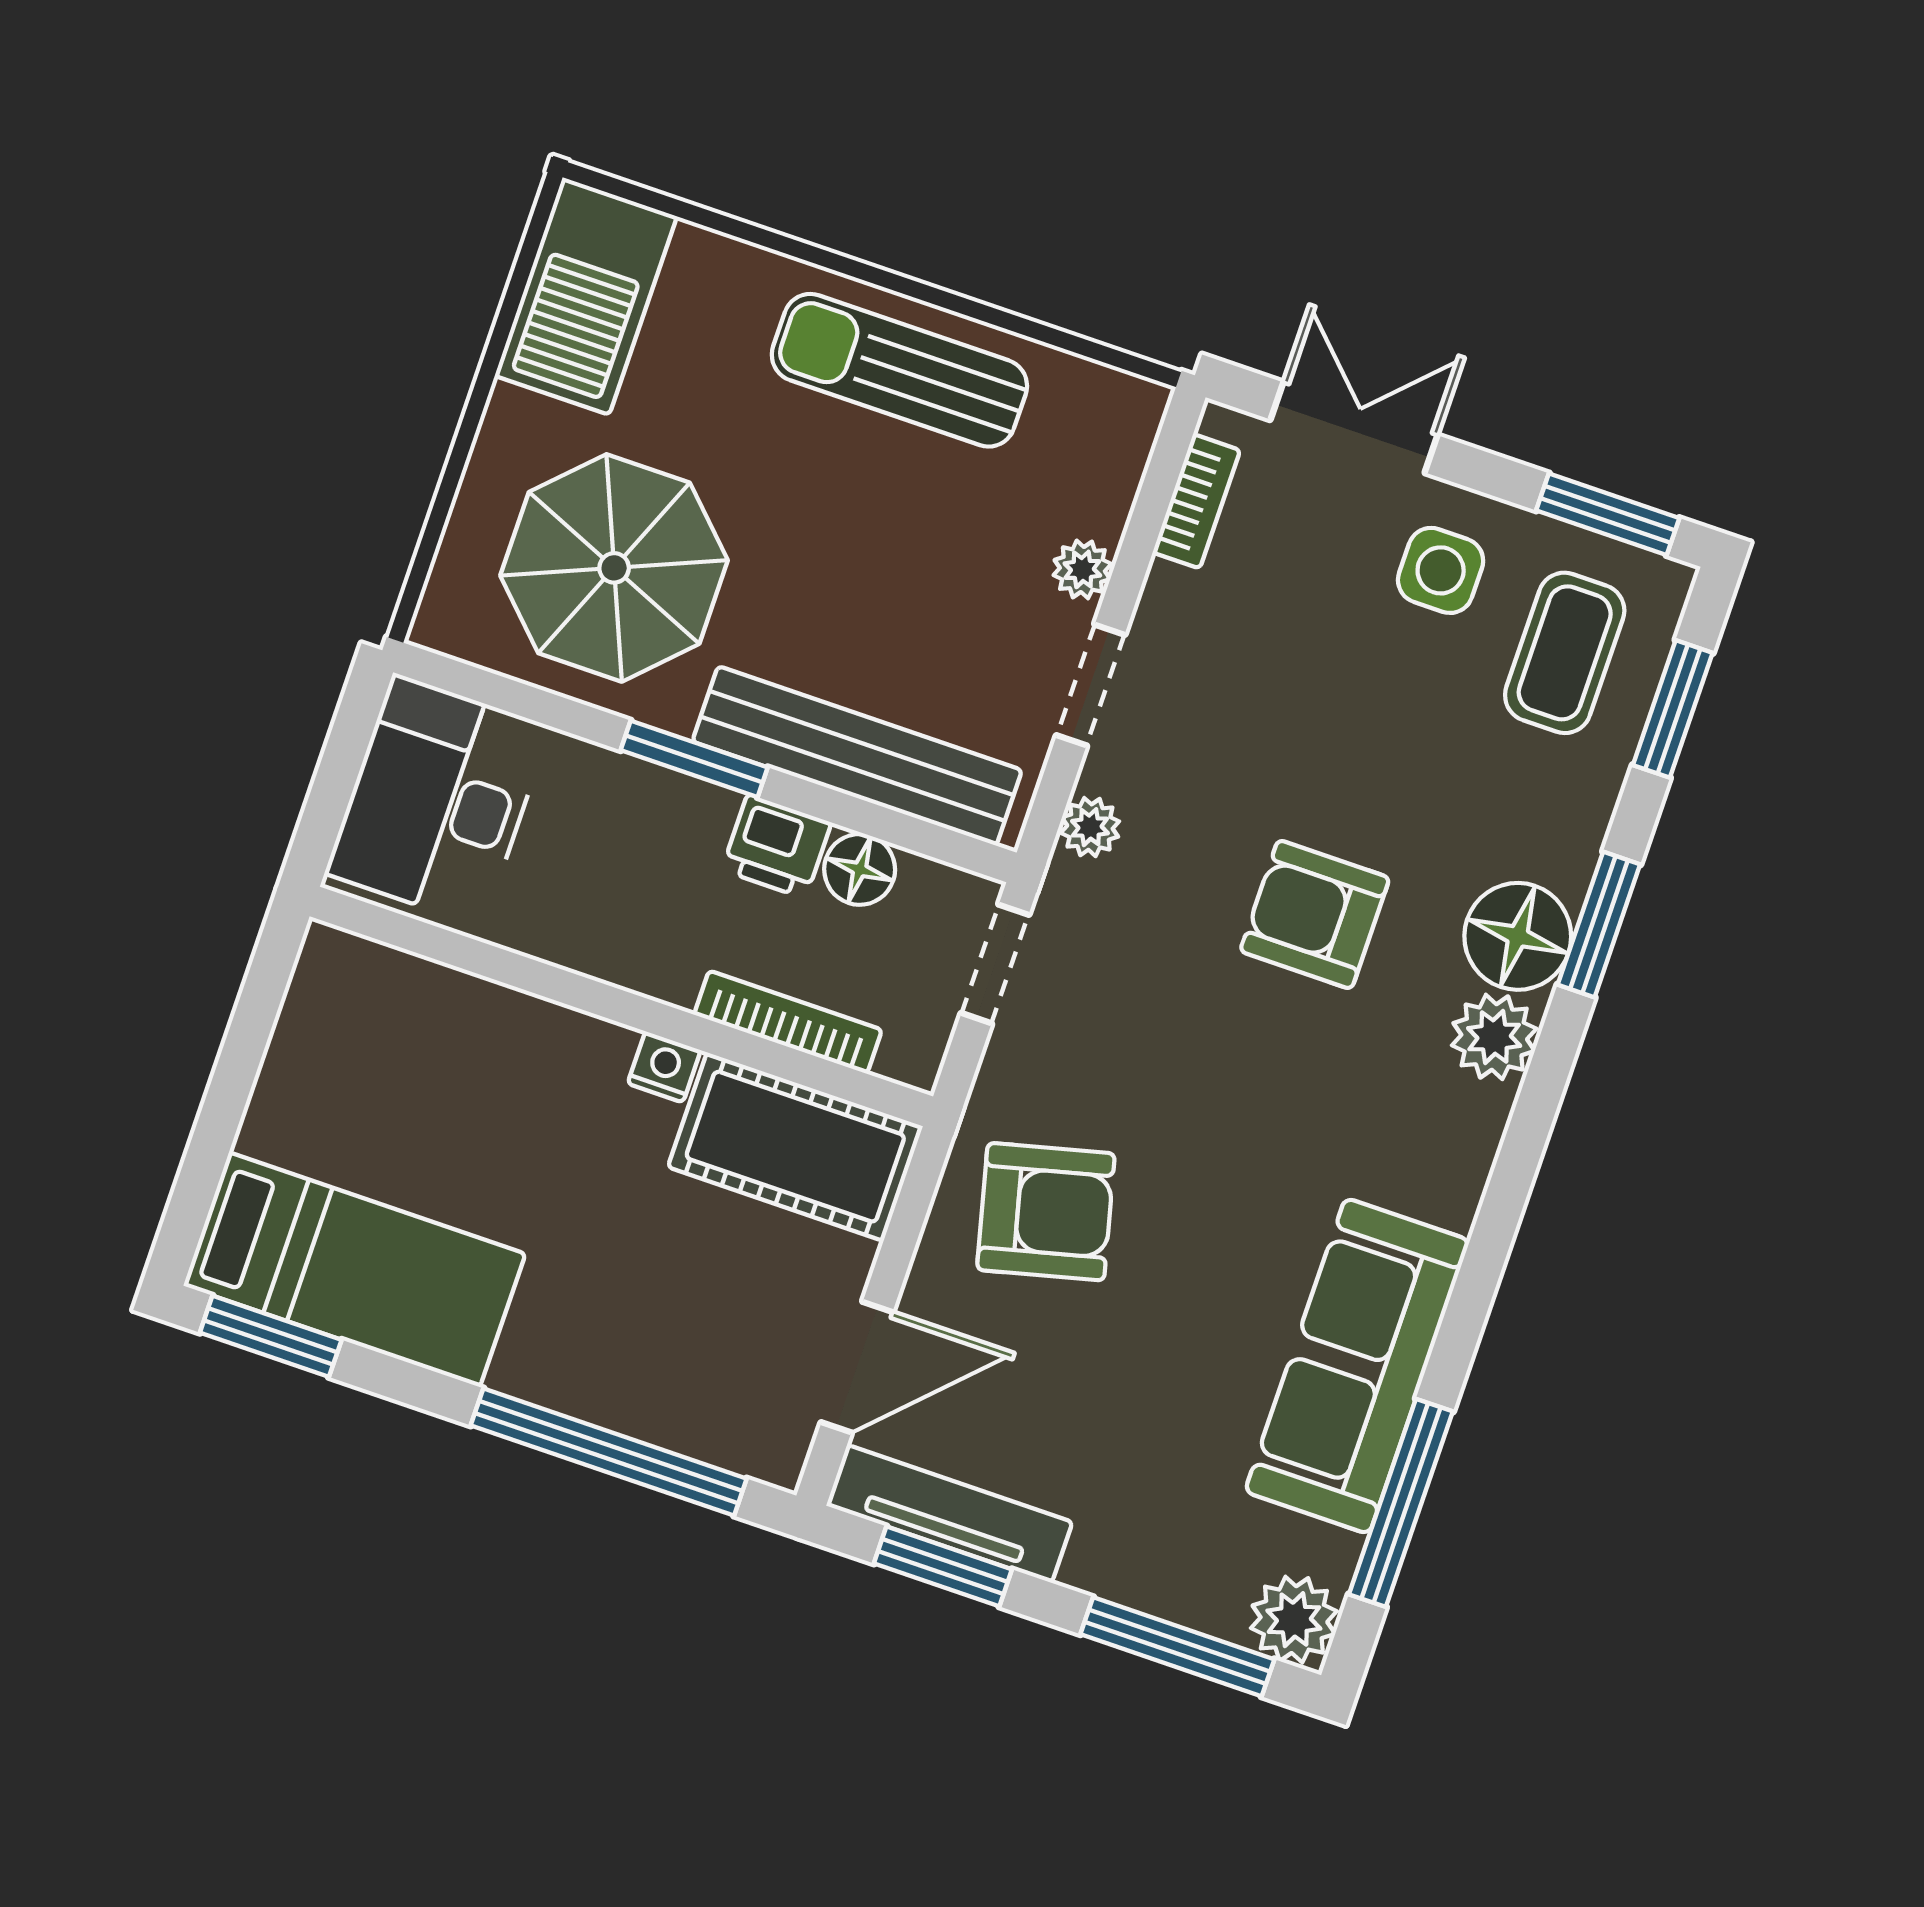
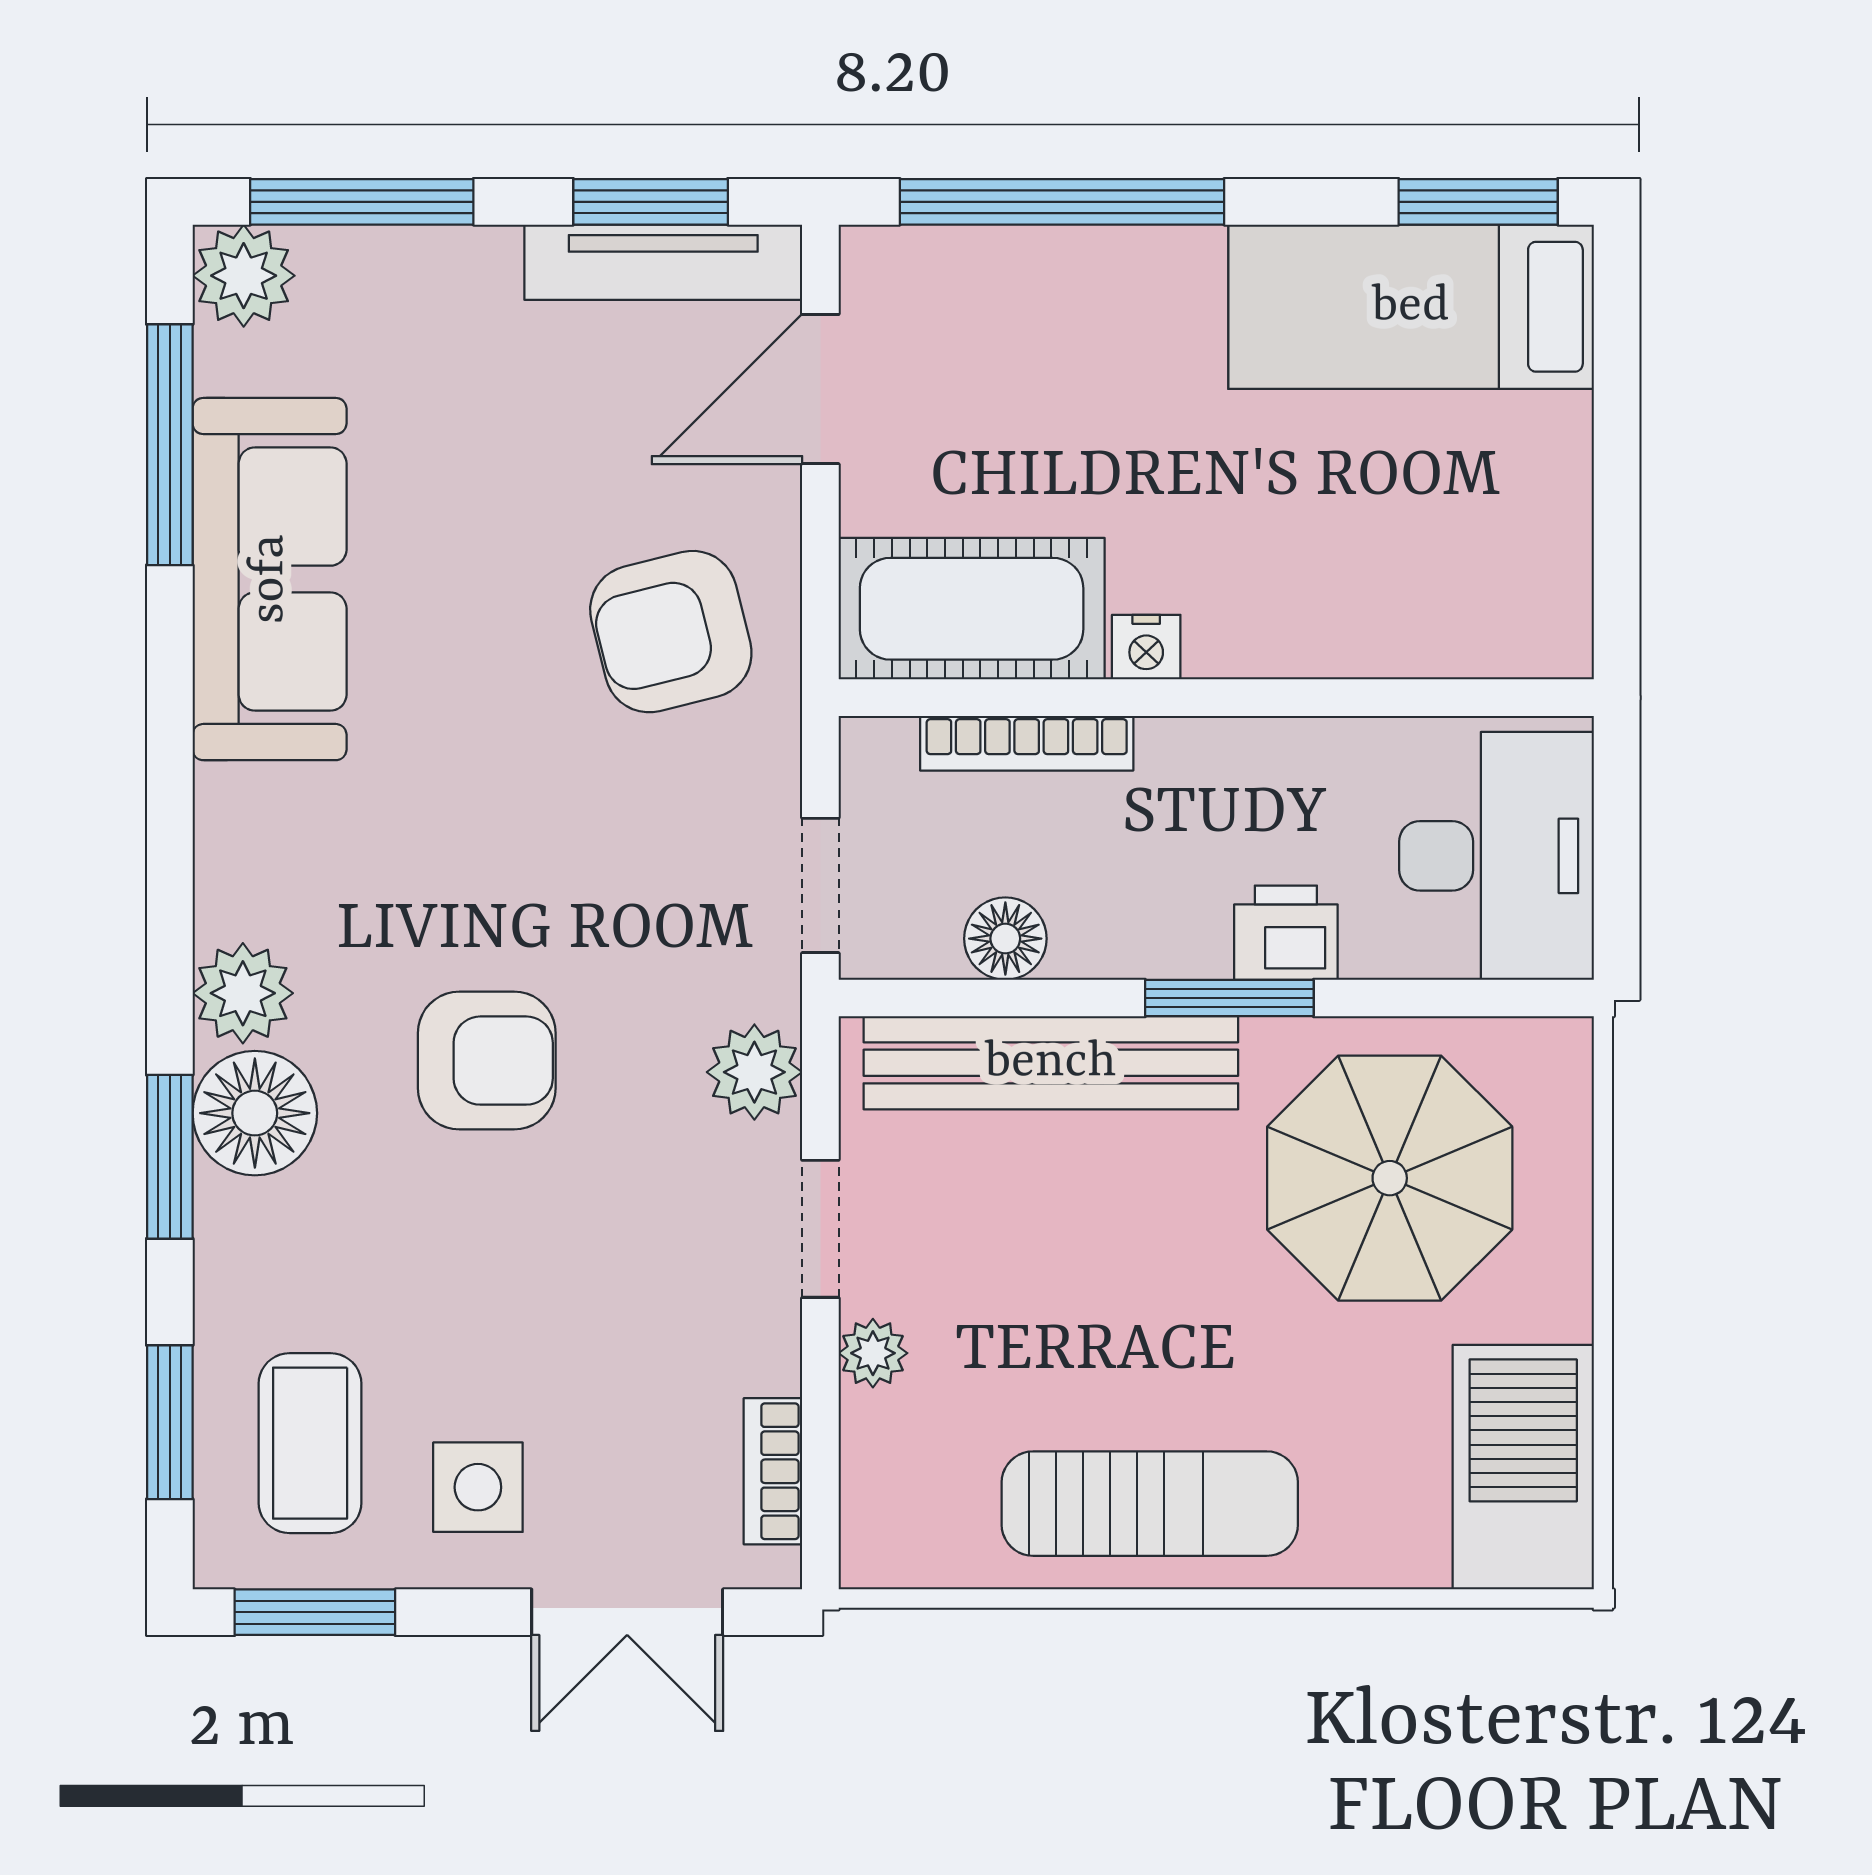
plant: (1090, 827) -> (754, 1072), width x1.38, depth x1.38
printer: (777, 846) -> (1286, 933), moved

